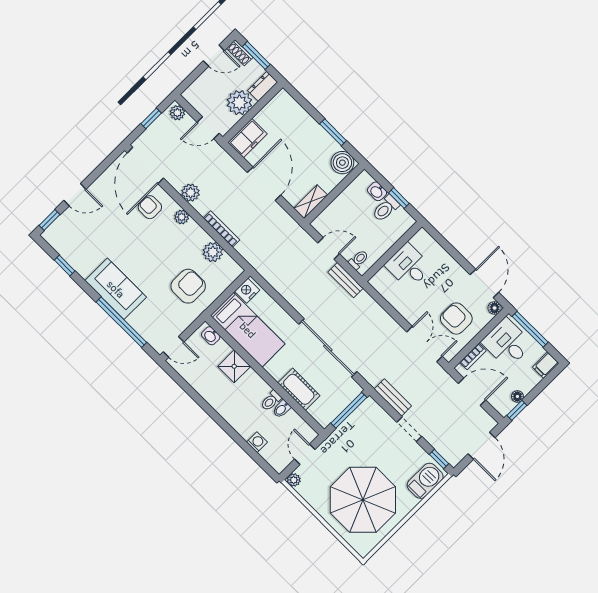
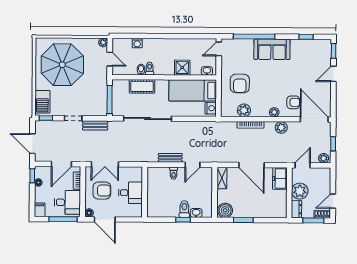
wall: (392, 251) -> (145, 192), moved
desk: (408, 266) -> (131, 193), moved

